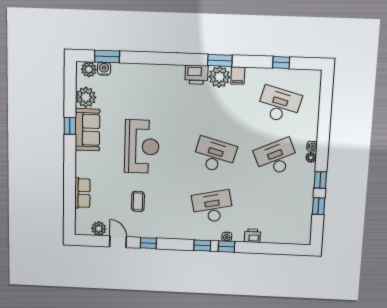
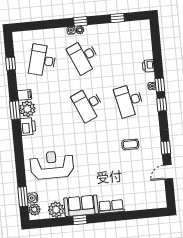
reception desk: (142, 147) -> (52, 165), moved
desk: (215, 155) -> (88, 104), turned -39
window: (320, 180) -> (81, 21), moved
row of seats: (82, 193) -> (111, 207), moved
coffee table: (138, 201) -> (130, 144), moved
plant: (99, 229) -> (159, 189), removed

